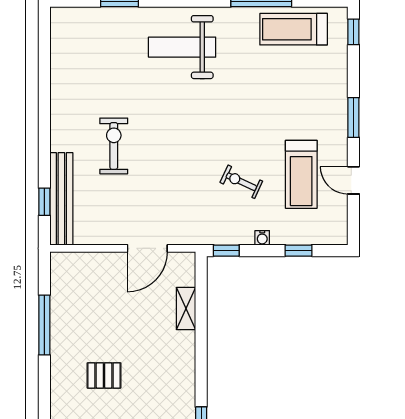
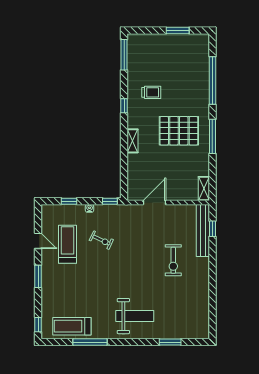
treadmill: (294, 29) -> (72, 326), turned 180
shelving: (60, 273) -> (204, 188), added
shelving: (186, 309) -> (133, 141), moved
window: (44, 325) -> (212, 136), moved
pallet: (104, 375) -> (179, 131), width x2.05, depth x2.00

